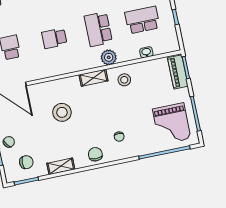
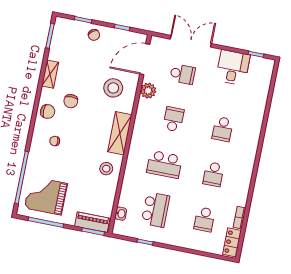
school desk: (98, 29) -> (164, 164), turned 180
washbasin: (146, 52) -> (121, 214), moved
plant: (109, 57) -> (148, 91), moved
shelving: (94, 78) -> (120, 133), width x1.50, depth x1.33
stool: (62, 112) -> (113, 88), moved
chair: (26, 162) -> (71, 101), moved

